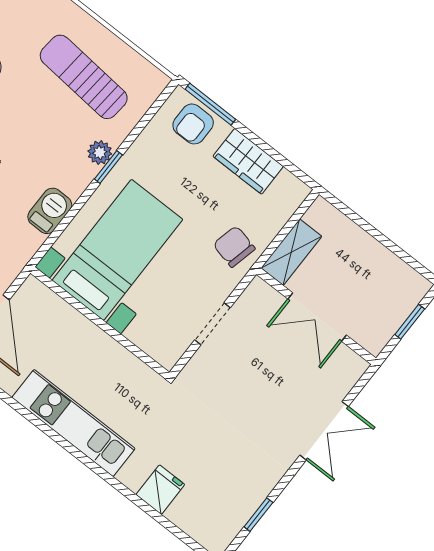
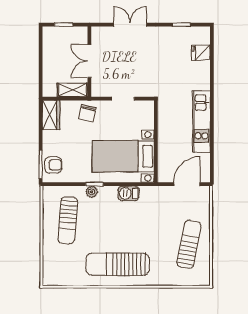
wardrobe: (248, 161) -> (51, 115), moved
double door: (317, 317) -> (89, 61), swing flipped
fridge: (160, 490) -> (201, 53), moved

